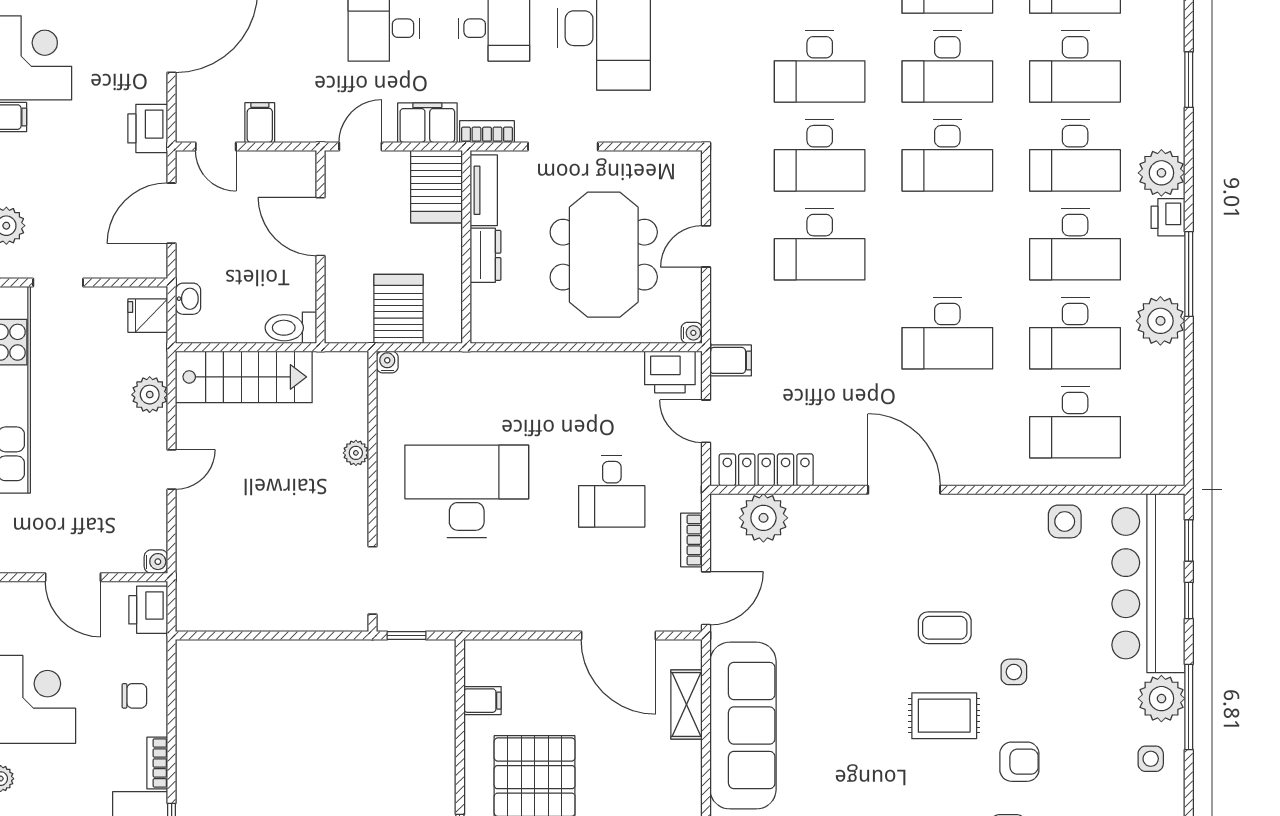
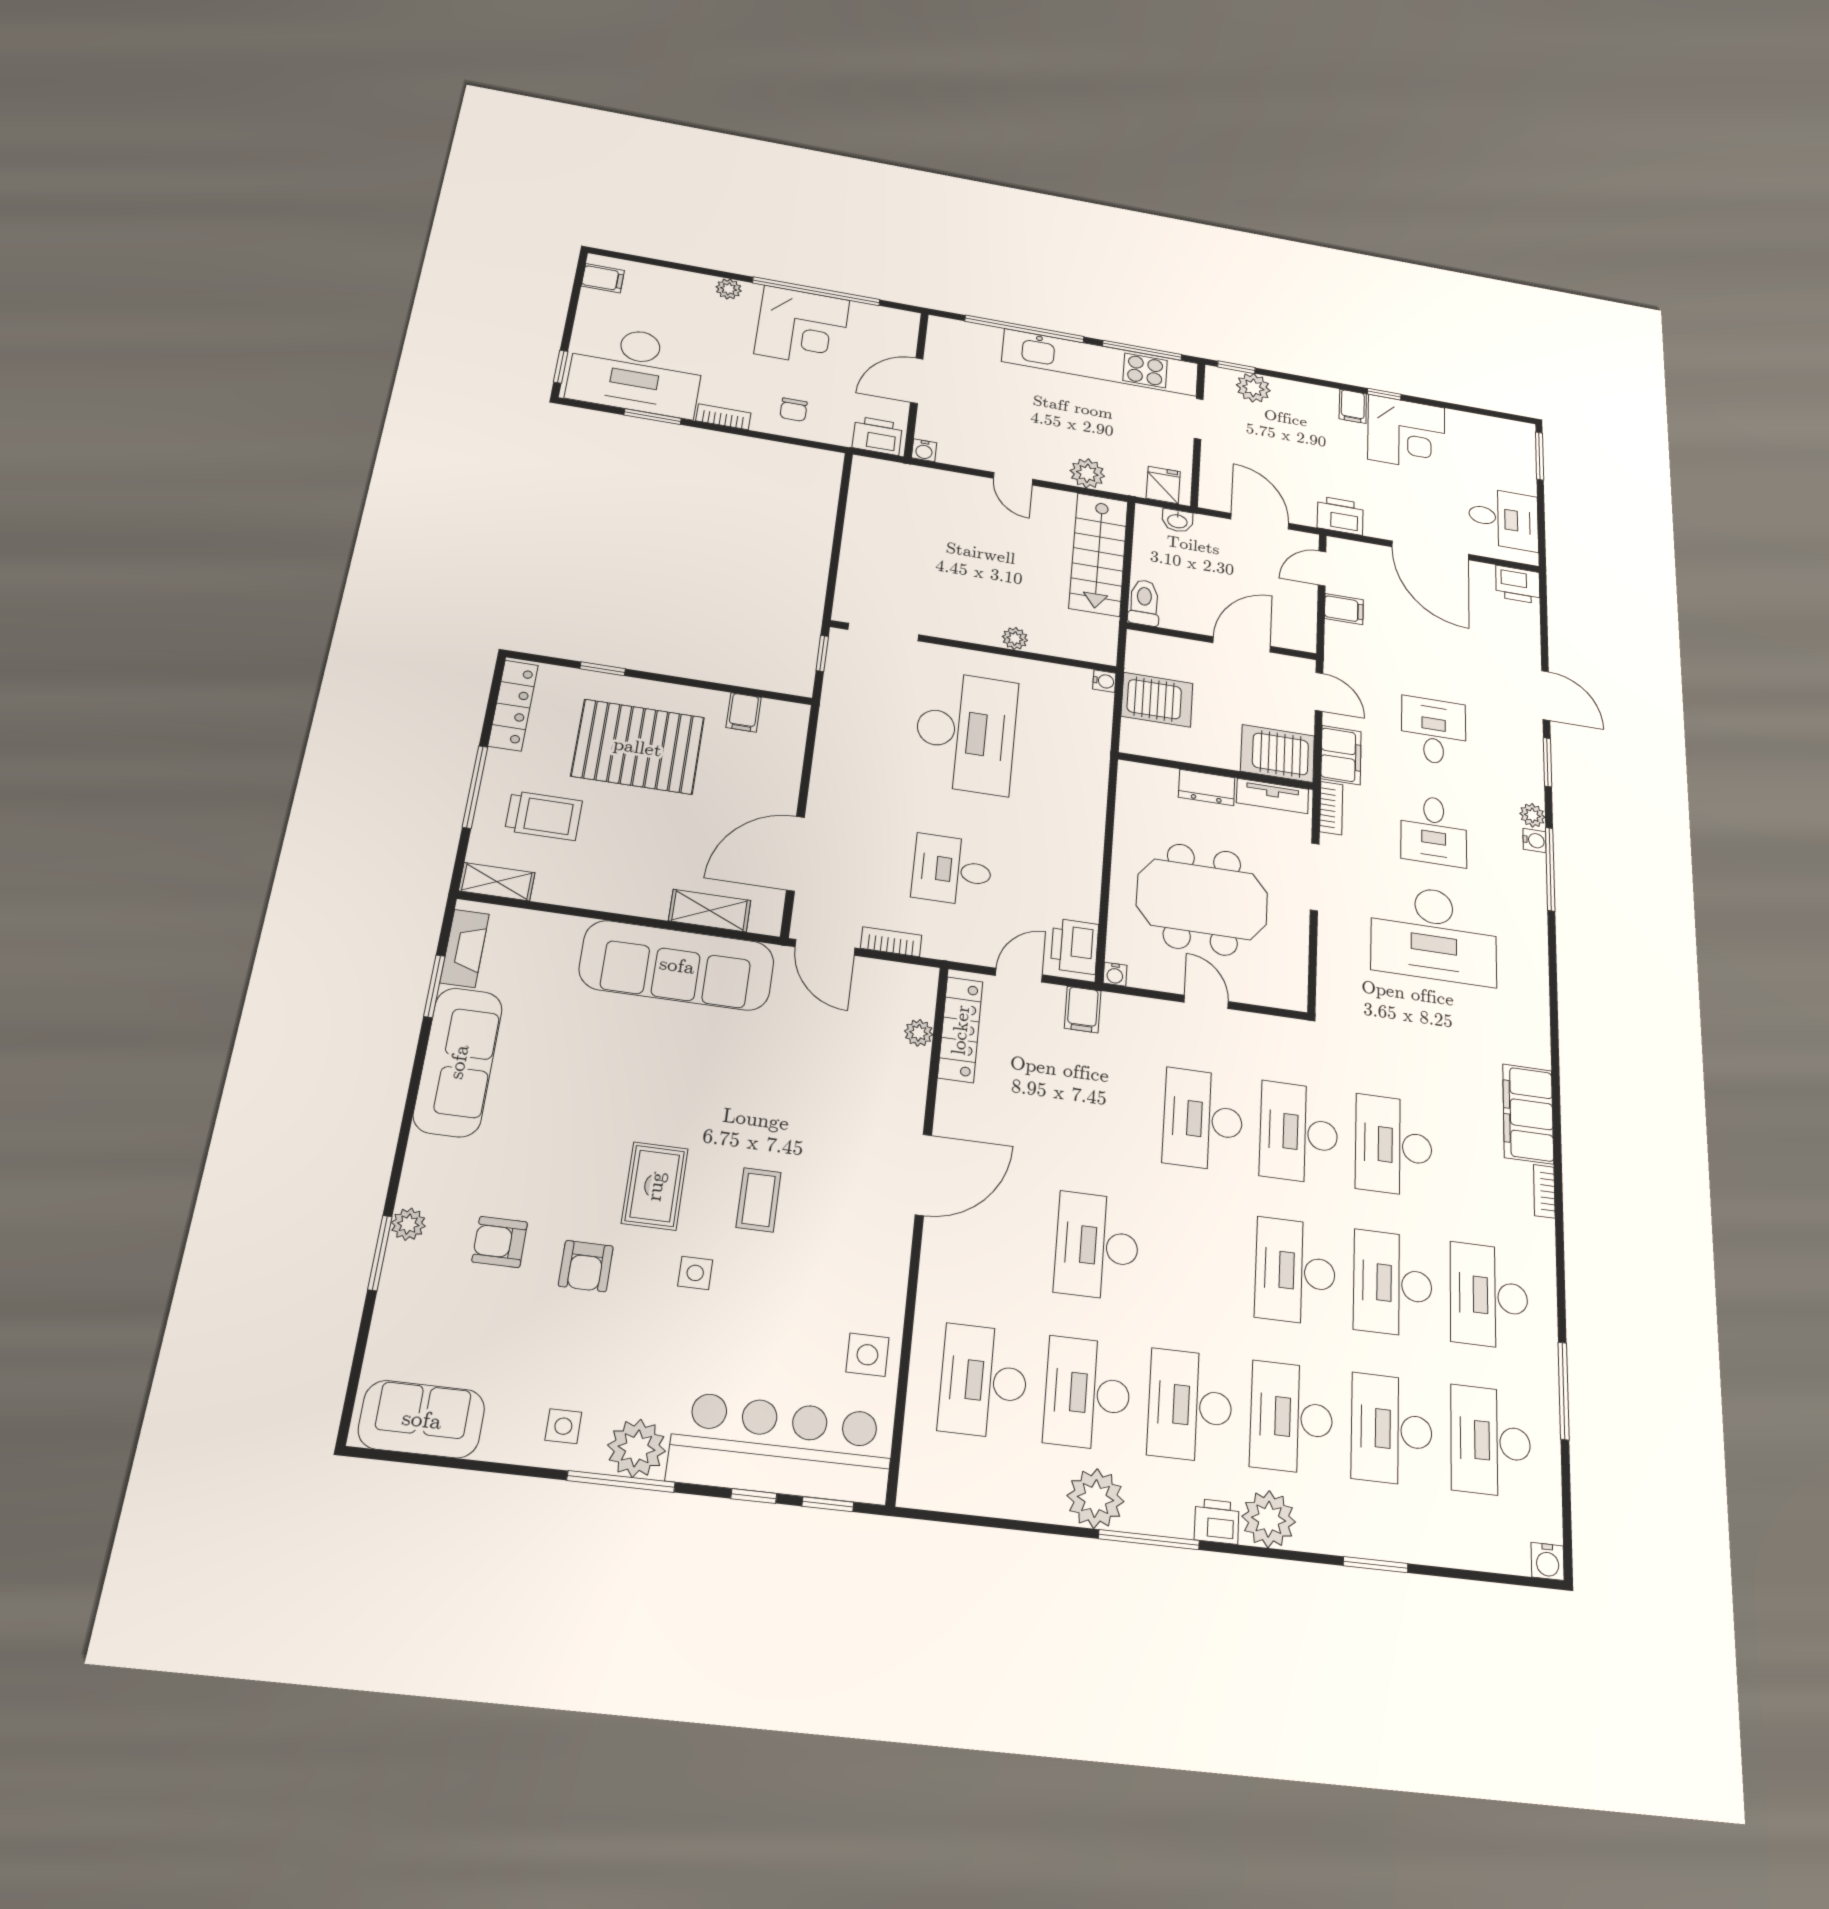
plant: (763, 518) -> (919, 1033), width x0.53, depth x0.53

